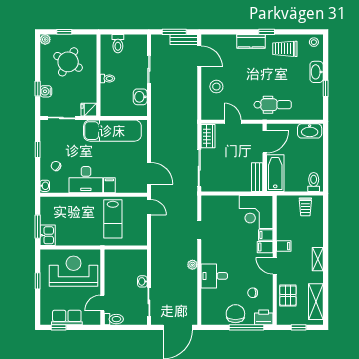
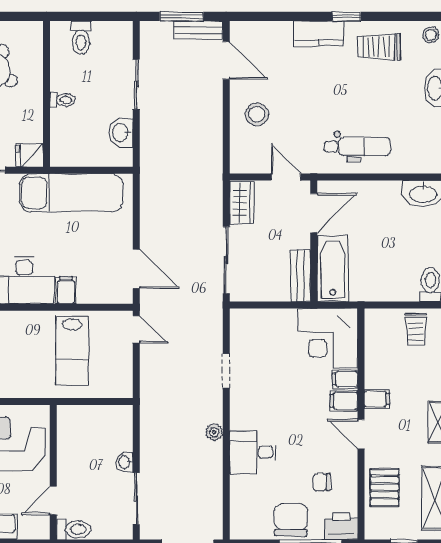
door: (265, 142) -> (314, 213), moved
wall: (265, 158) -> (314, 241), moved
bathtub: (275, 173) -> (333, 269), moved
bench: (257, 177) -> (301, 276), moved

